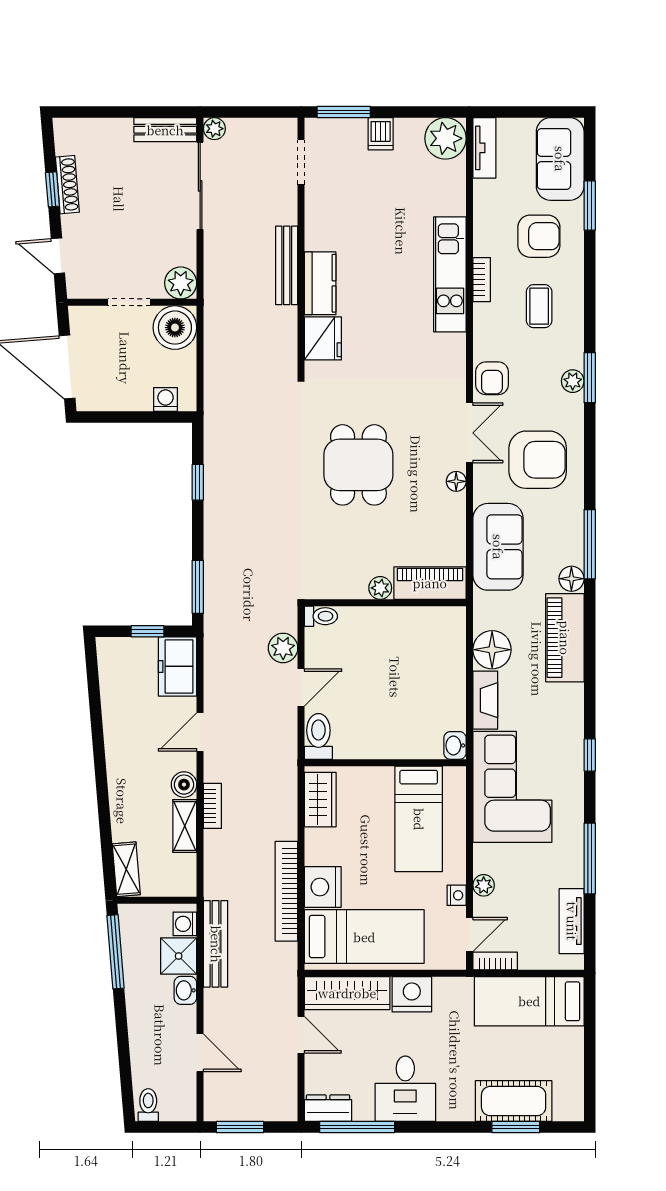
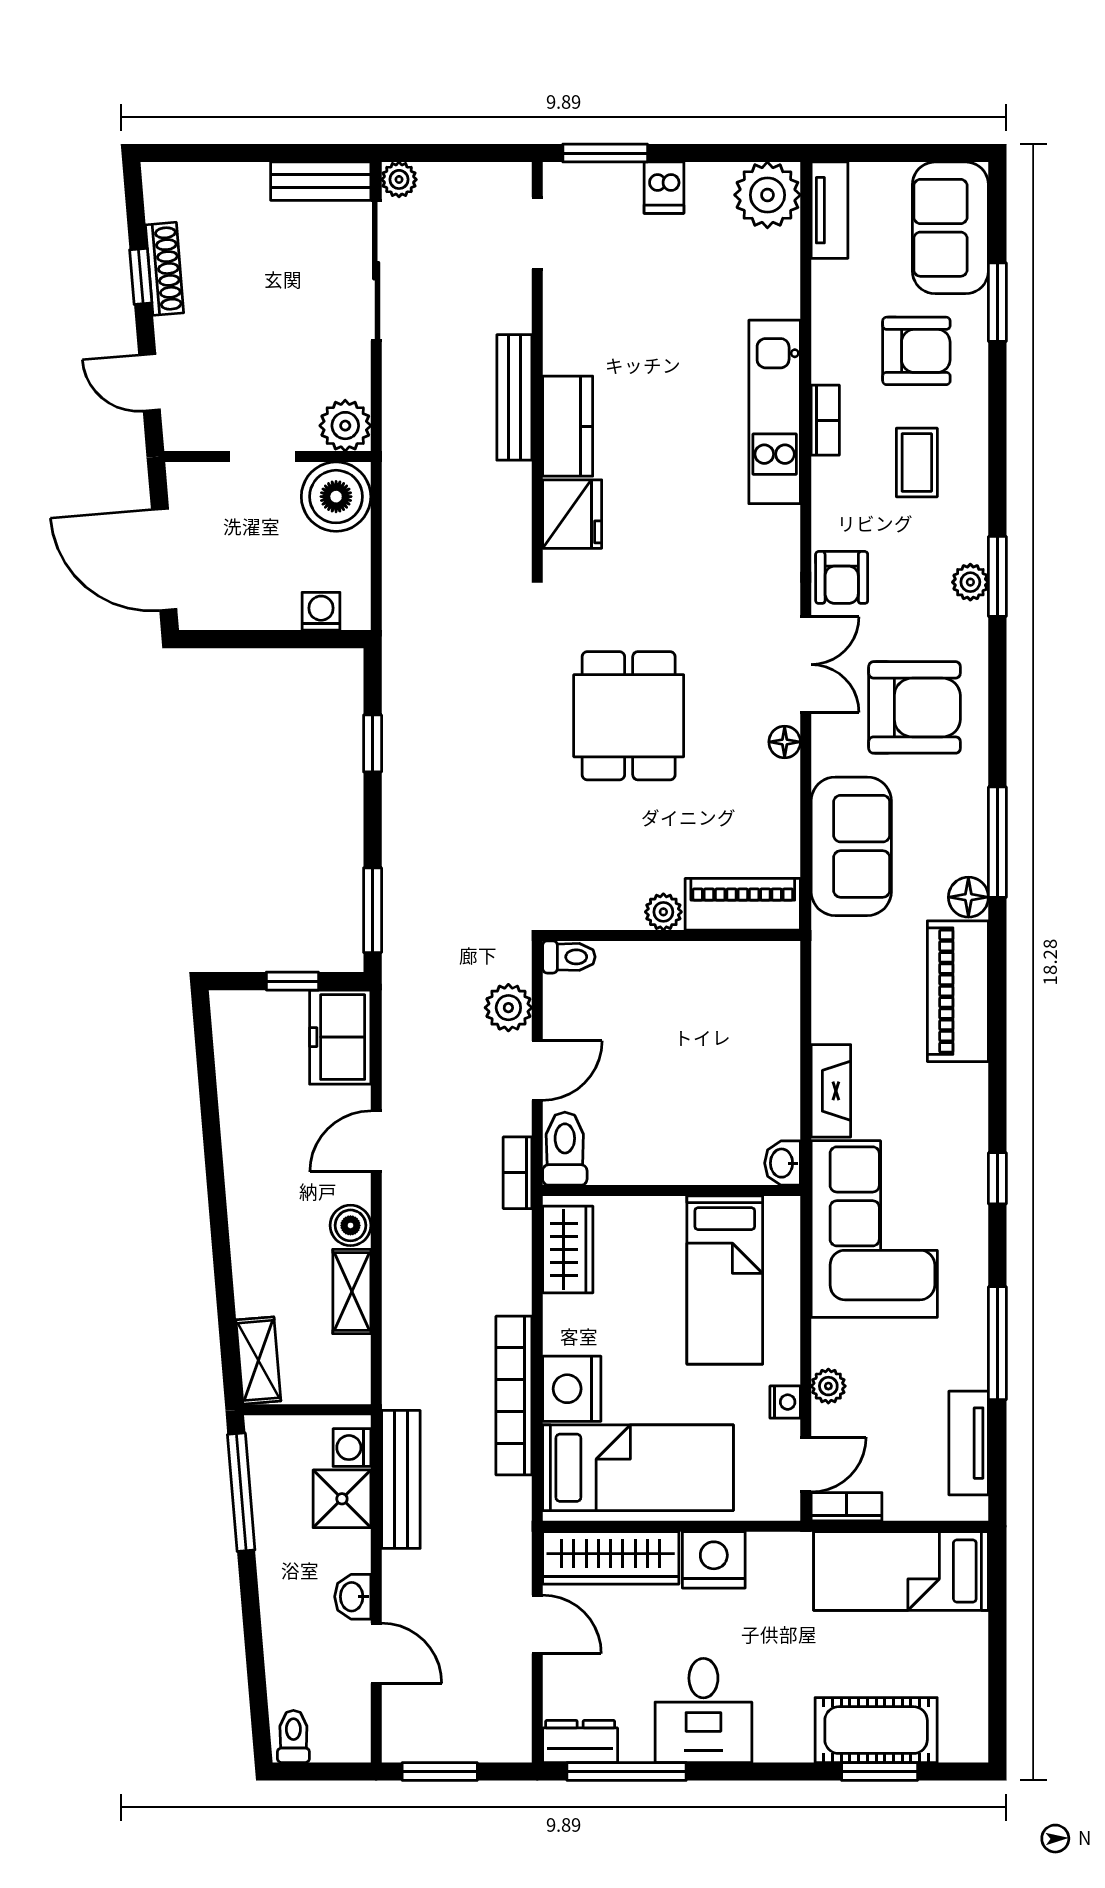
floor lamp: (492, 650) -> (842, 1010), removed
bookcase: (212, 806) -> (518, 1173), moved, turned 180
washbasin: (185, 990) -> (353, 1597), moved

